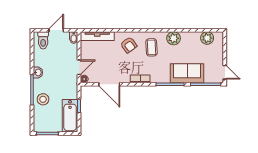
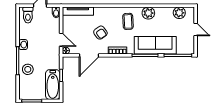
armchair: (129, 45) -> (100, 33), moved
door: (79, 67) -> (61, 40), hinge flipped
door: (225, 72) -> (196, 29), moved
sofa: (187, 73) -> (155, 45), width x1.36
door: (109, 84) -> (89, 55), hinge flipped

